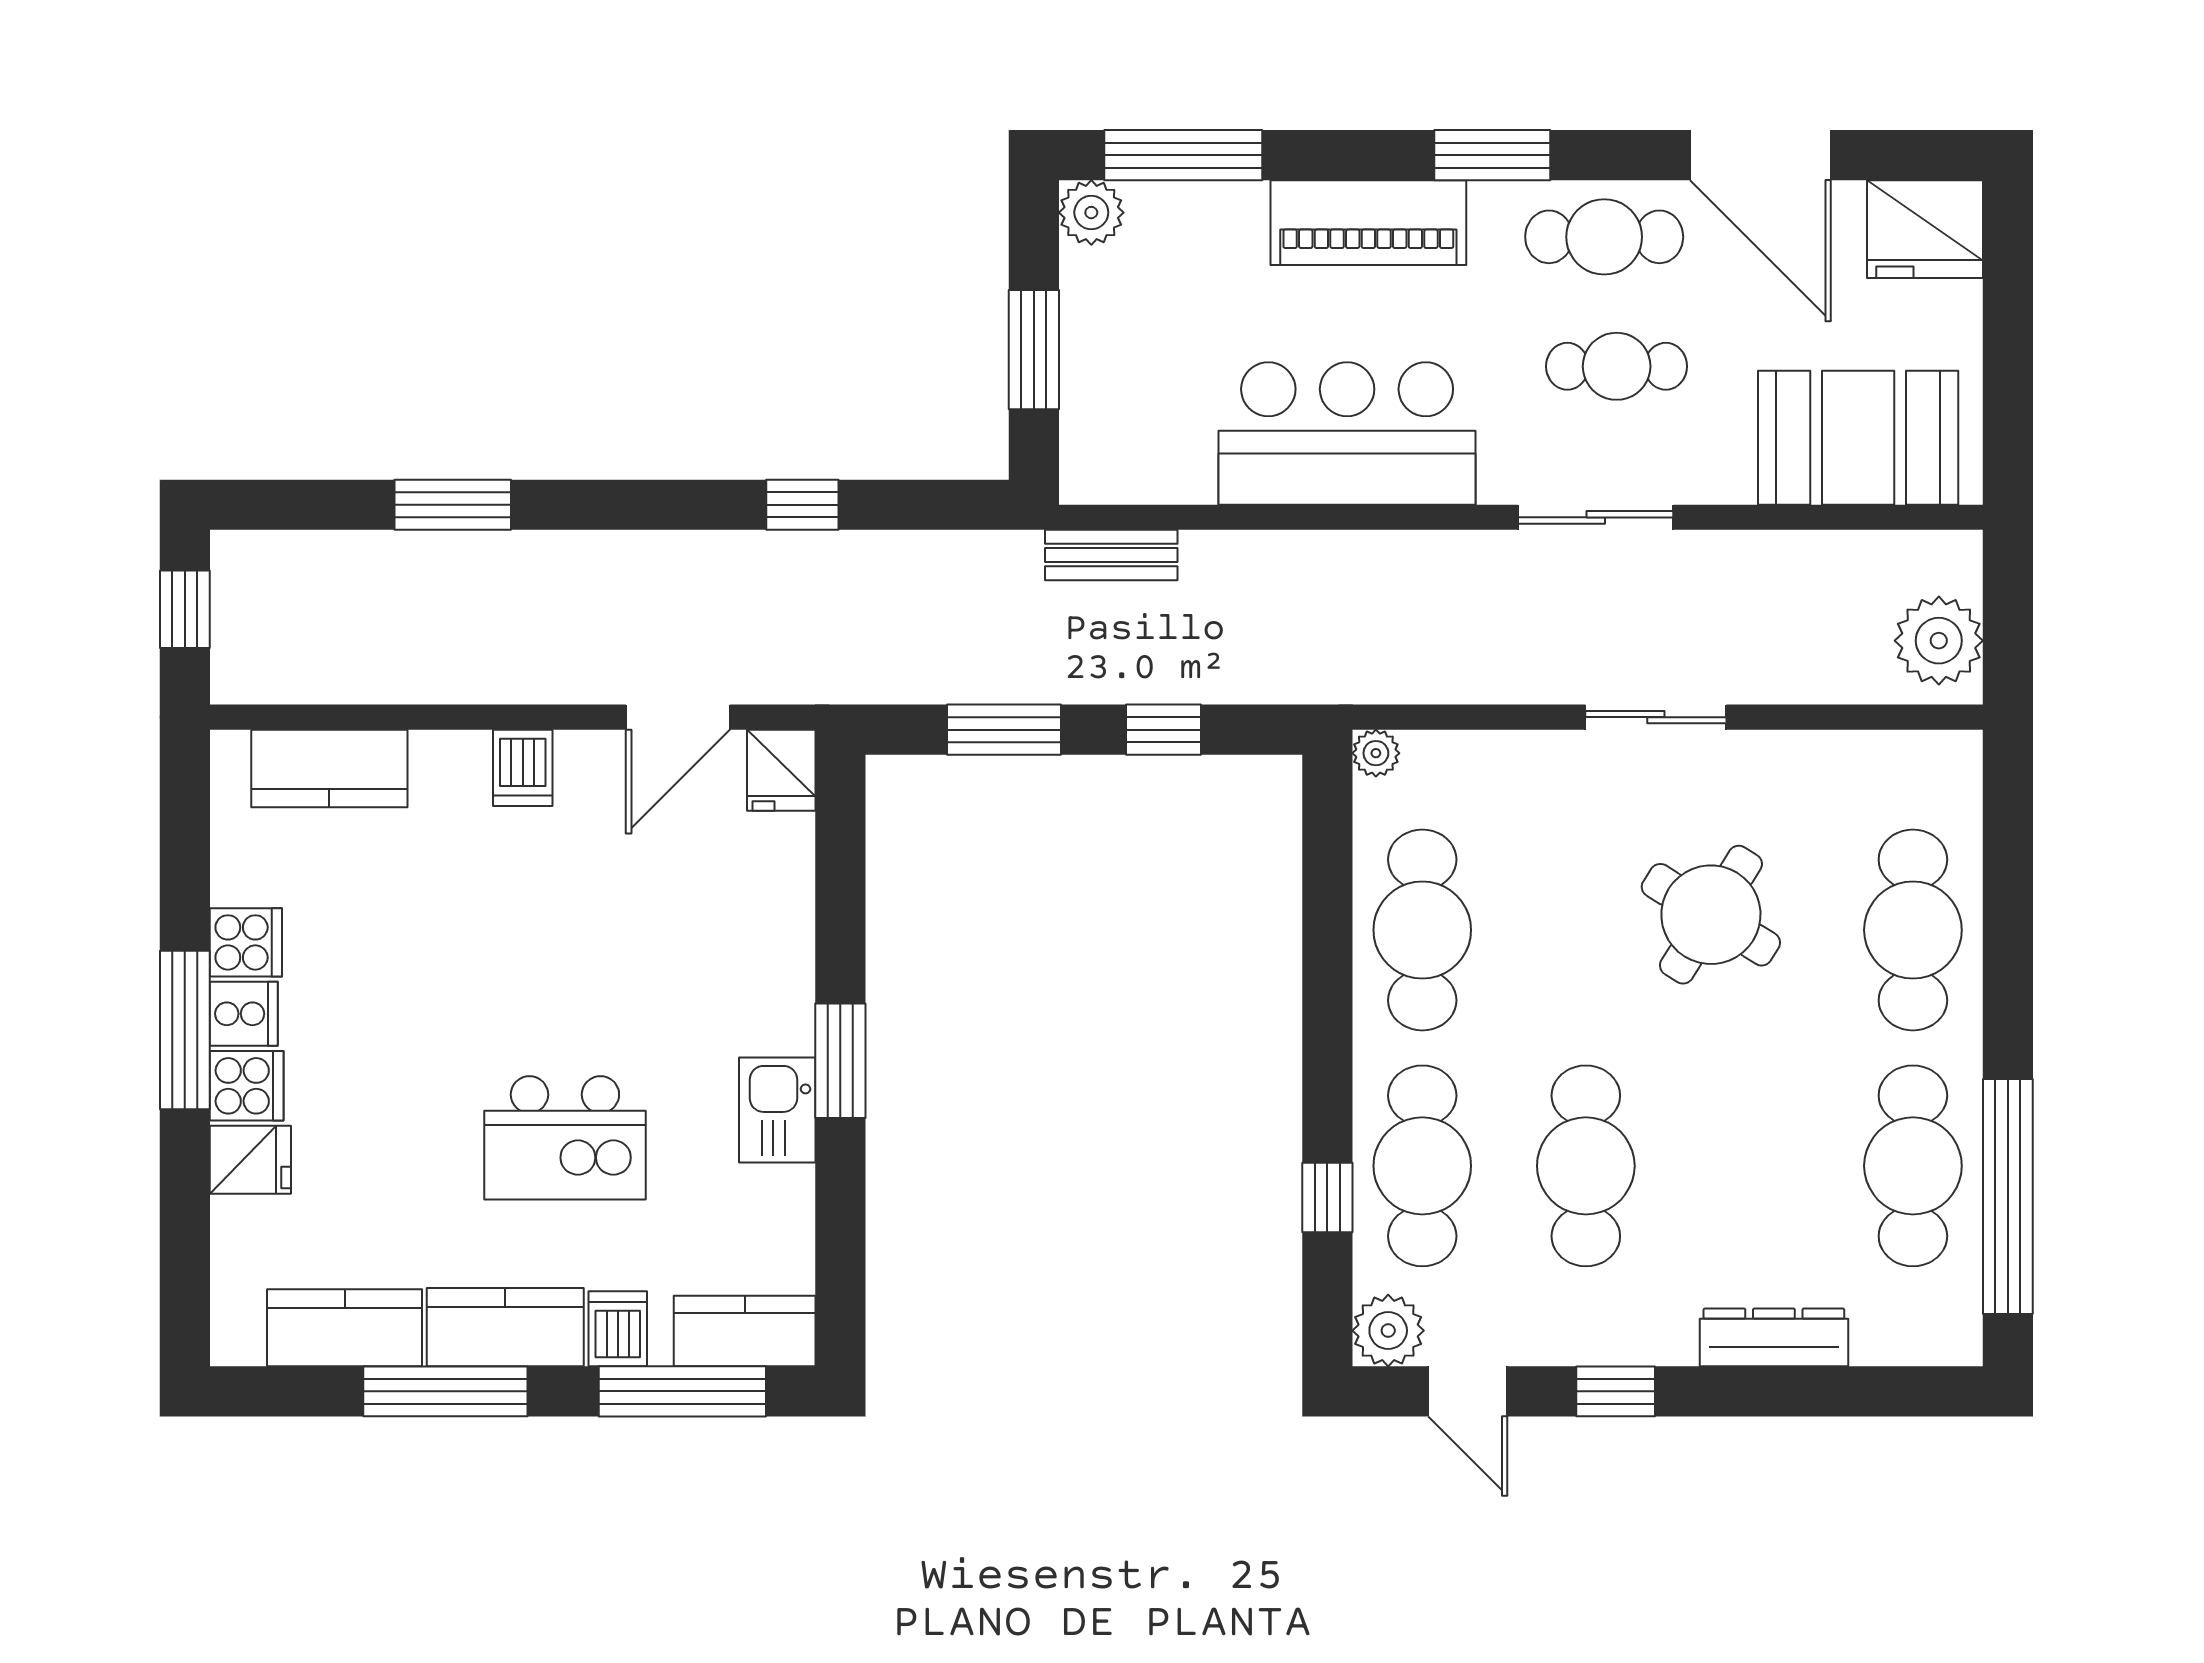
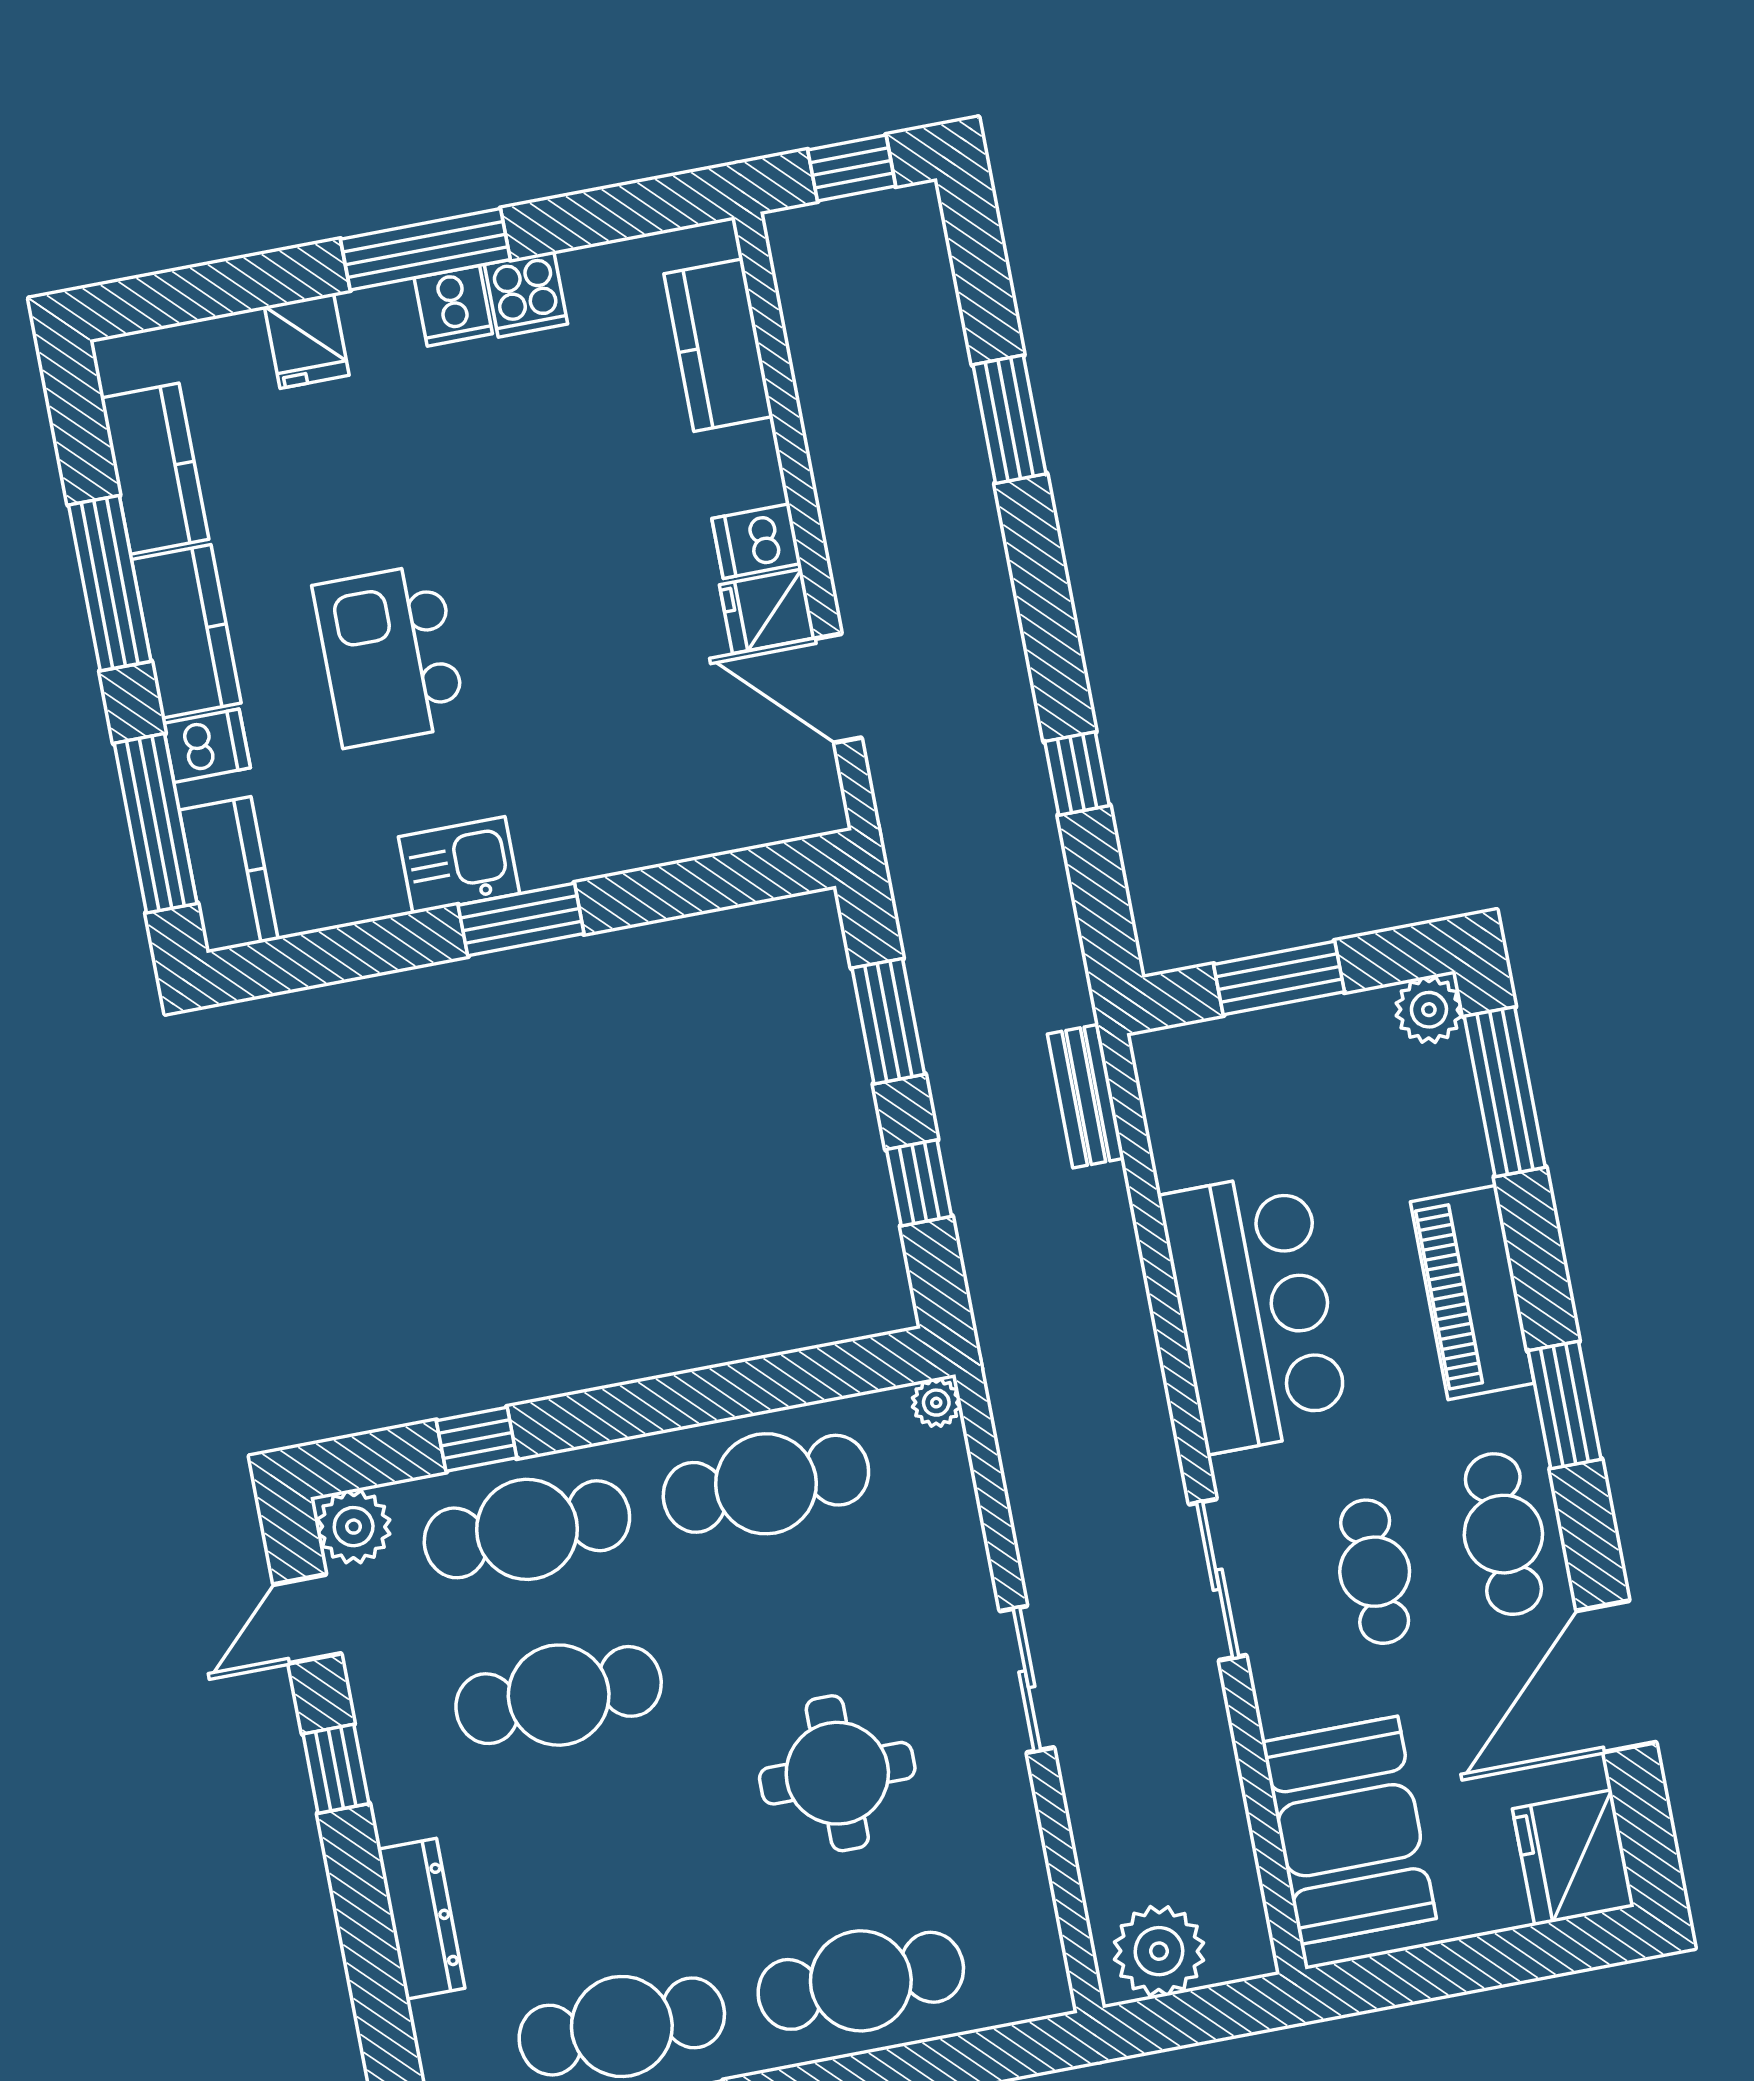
fridge: (781, 770) -> (767, 611), moved
round table: (1711, 915) -> (837, 1773), turned -32
cooker: (247, 1086) -> (381, 323), removed

